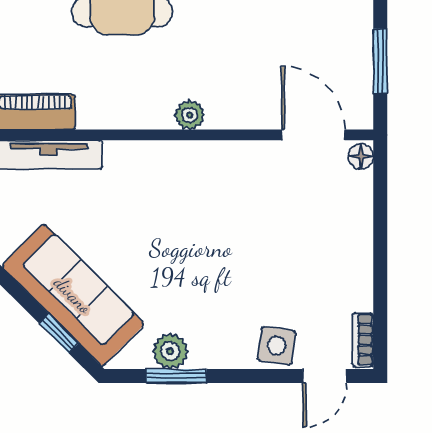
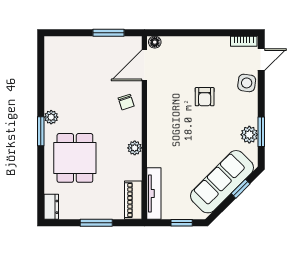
chair: (237, 97) -> (126, 102), added
plant: (190, 115) -> (135, 148), moved
armchair: (248, 259) -> (205, 97), added
door: (325, 376) -> (261, 60), hinge flipped

